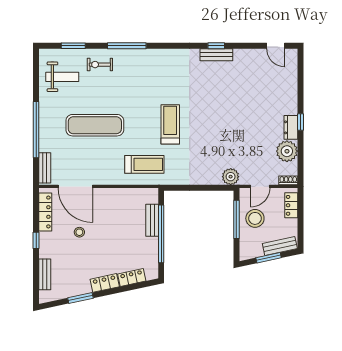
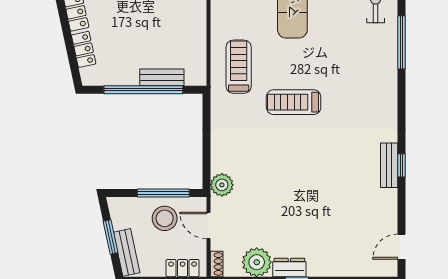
treadmill: (170, 124) -> (294, 102), turned 180
treadmill: (144, 164) -> (239, 67), turned 180

